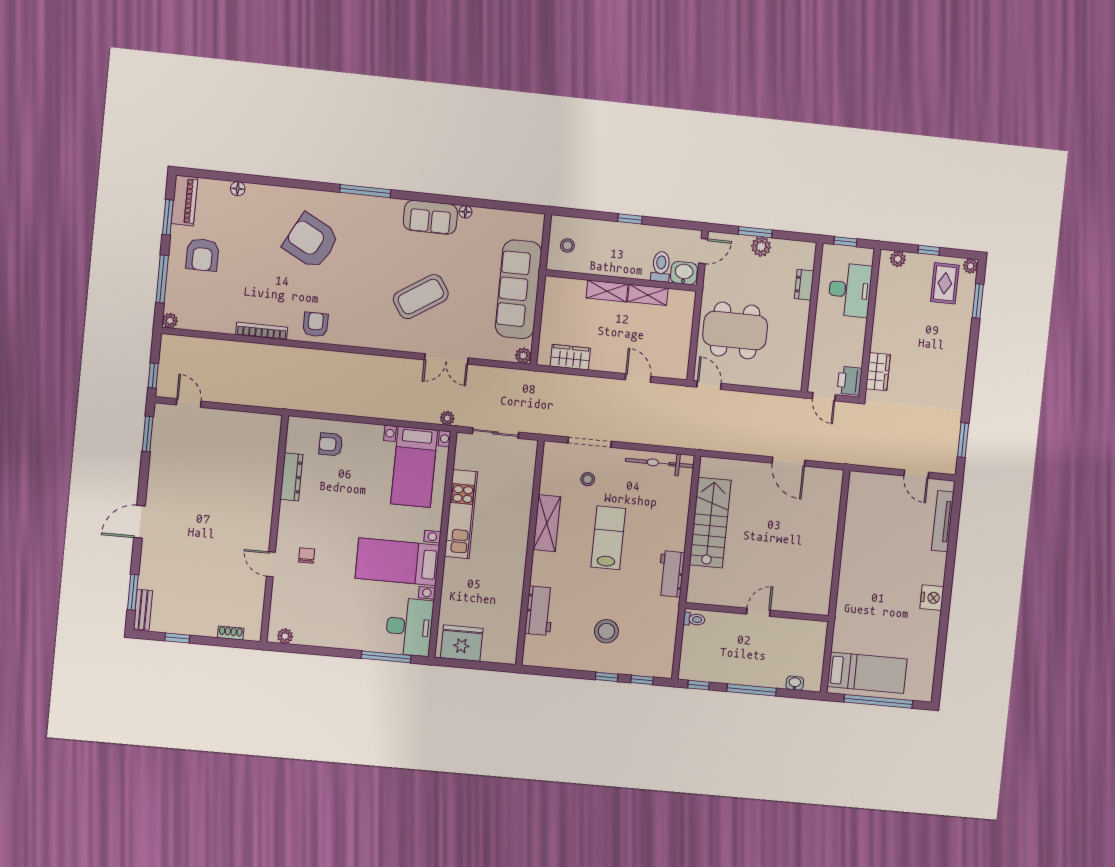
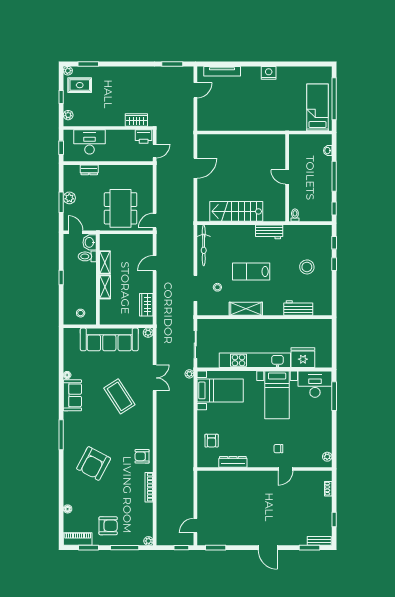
kitchen unit: (461, 514) -> (255, 360), width x1.36
fridge: (462, 643) -> (303, 358), moved, turned 90

